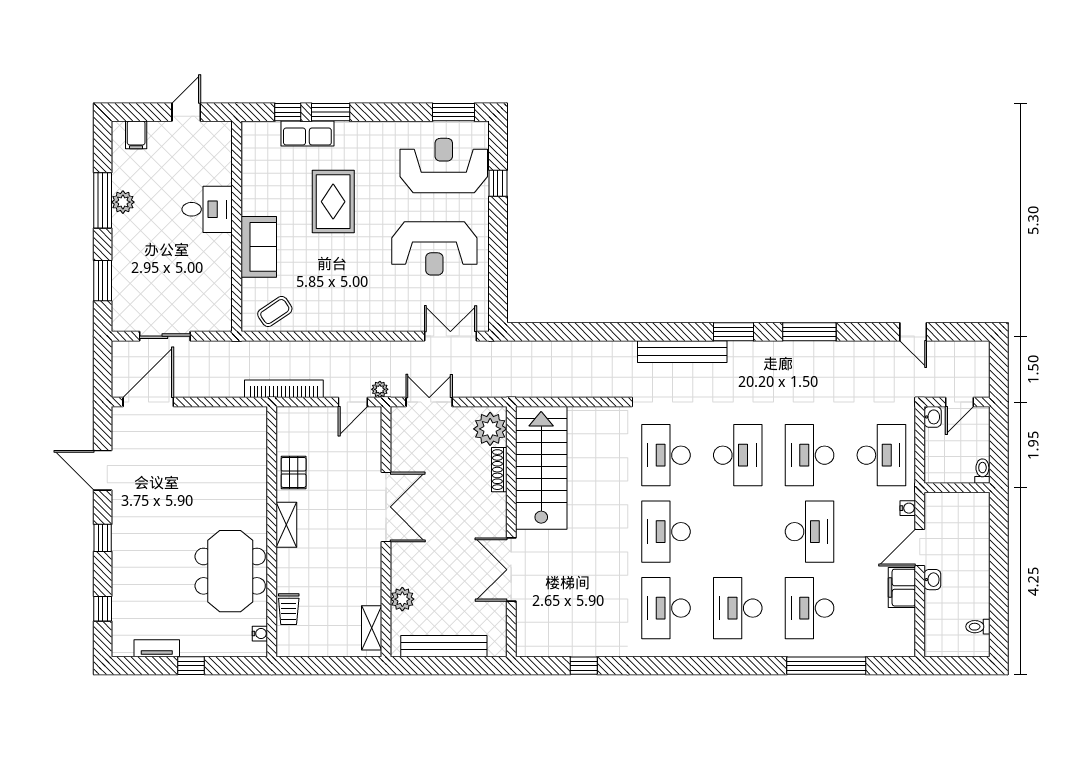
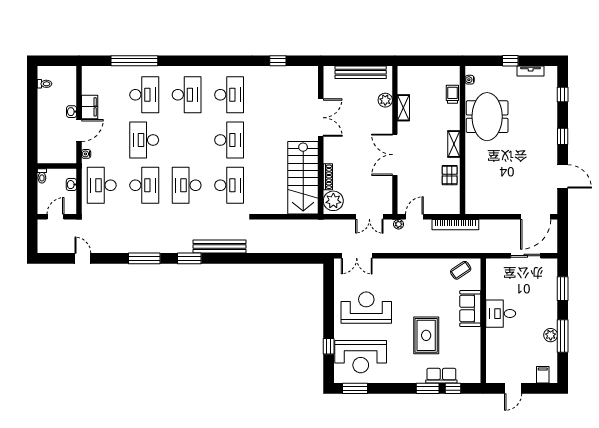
desk: (207, 209) -> (501, 314), moved
washbasin: (933, 417) -> (71, 185), moved
shelving: (372, 628) -> (403, 108), moved

